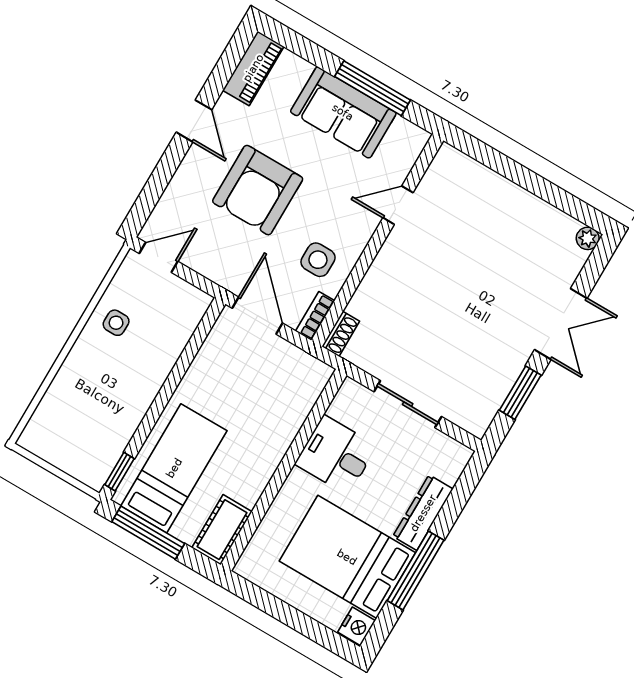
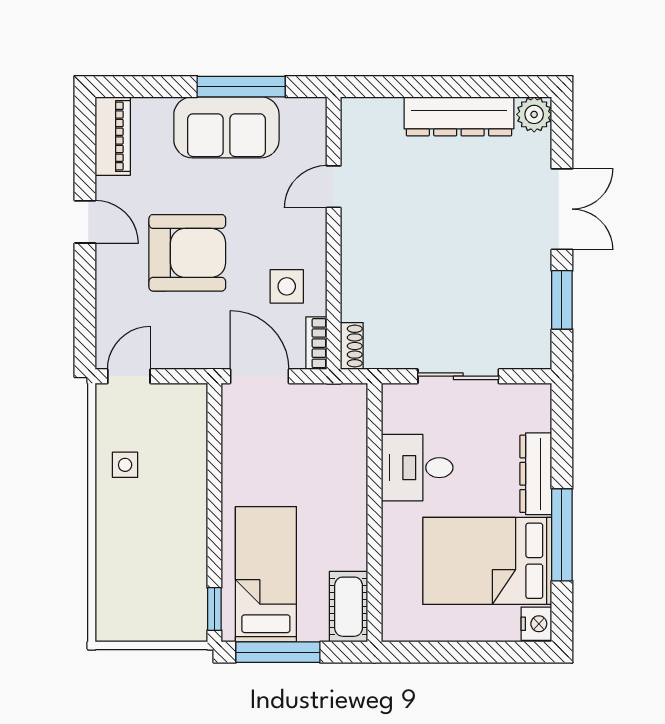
armchair: (258, 190) -> (187, 253), turned -90
dresser: (524, 208) -> (459, 116), added
plant: (588, 238) -> (534, 114), width x1.38, depth x1.38

